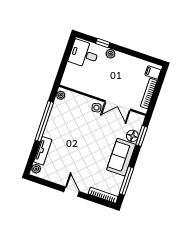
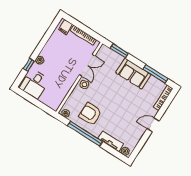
armchair: (67, 122) -> (90, 114), added
floor lamp: (132, 136) -> (117, 59), removed

